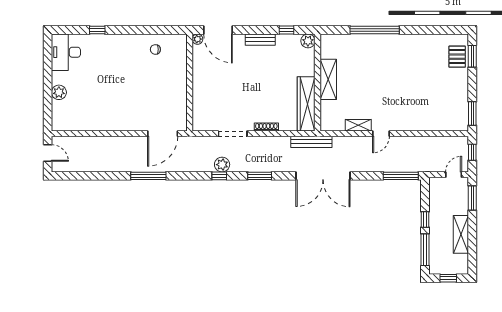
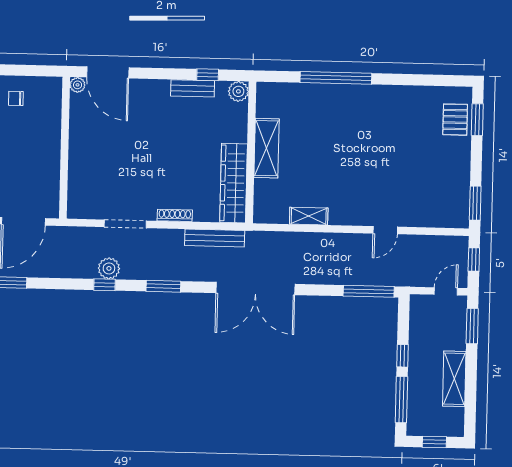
bench: (260, 40) -> (193, 88), moved
door: (381, 134) -> (385, 230), moved
bench: (311, 142) -> (215, 238), moved

